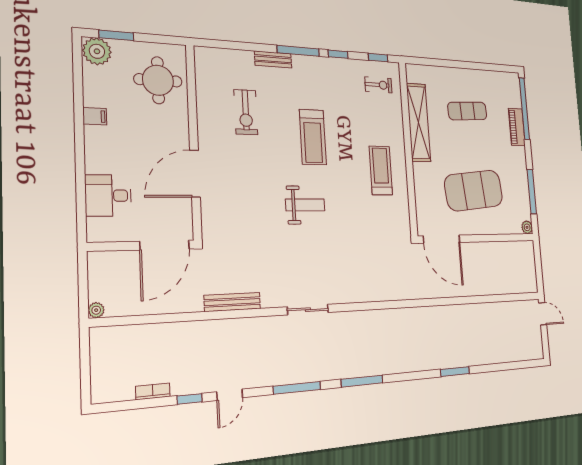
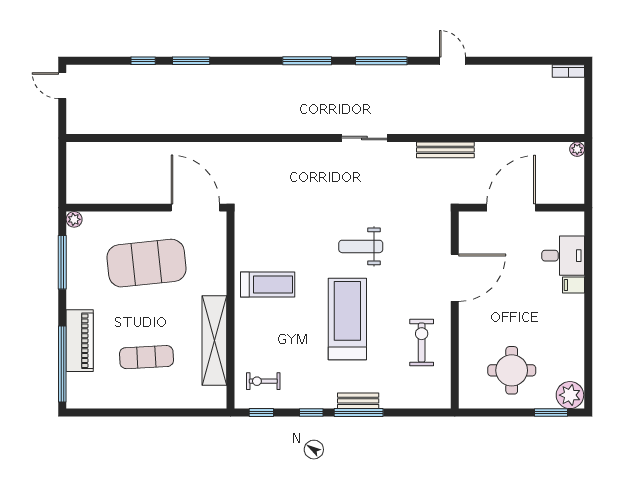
bench: (273, 59) -> (358, 401), moved
filing cabinet: (95, 116) -> (574, 285), moved
piano: (517, 127) -> (80, 341), width x1.37, depth x1.33
treadmill: (313, 137) -> (347, 319), width x1.37, depth x1.37
wall: (194, 142) -> (455, 310), moved
treadmill: (381, 170) -> (268, 285), turned -90
door: (195, 174) -> (455, 278), moved
door: (543, 314) -> (62, 86), moved
bookcase: (153, 391) -> (568, 71), moved
door: (230, 395) -> (452, 61), hinge flipped
window: (190, 399) -> (143, 61), moved

